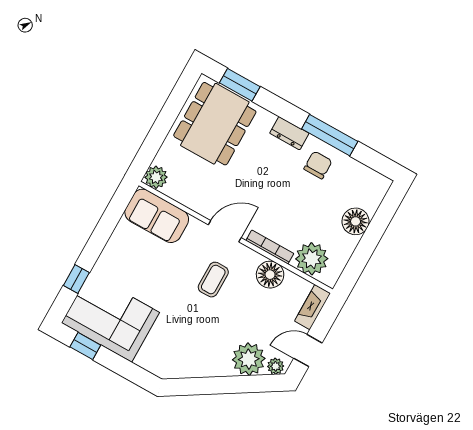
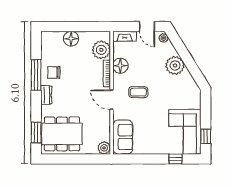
plant: (249, 359) -> (175, 65), moved

